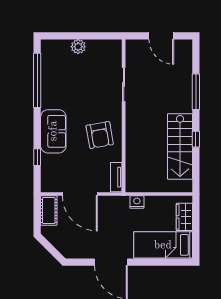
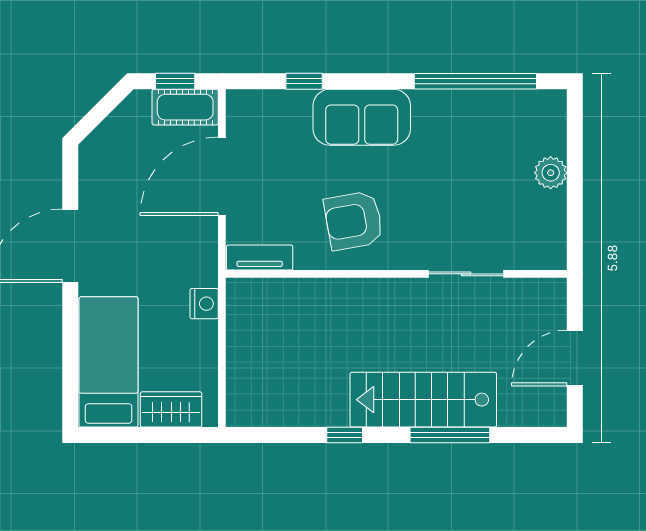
stairs: (180, 146) -> (423, 400), moved
window: (37, 215) -> (175, 81), added

